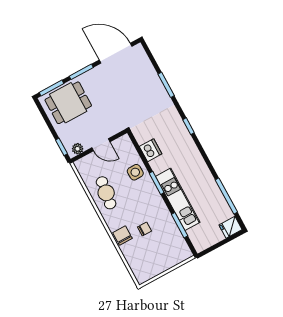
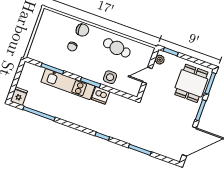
dishwasher: (151, 150) -> (101, 95), moved

